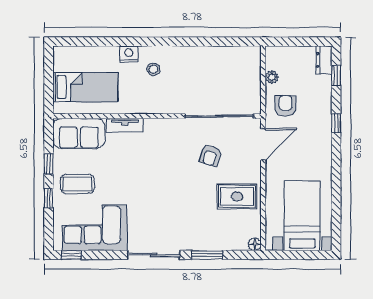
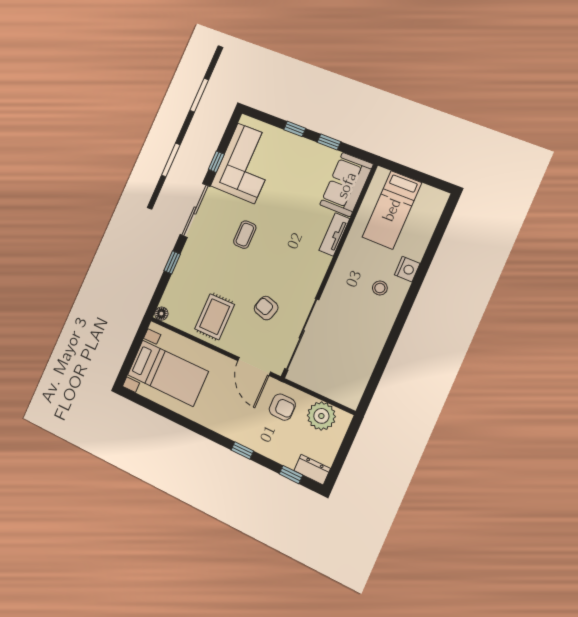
plant: (272, 77) -> (321, 416), width x1.87, depth x1.87
coffee table: (77, 184) -> (245, 235), moved, width x0.73, depth x0.77
window: (72, 255) -> (216, 162), moved
window: (207, 255) -> (172, 262), width x0.67

